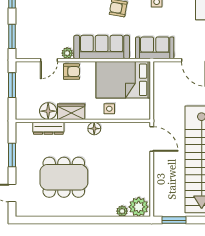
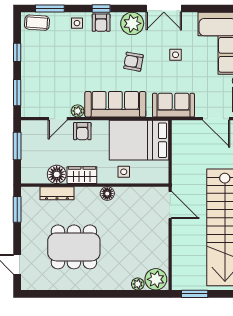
armchair: (71, 72) -> (82, 131), turned 90
window: (12, 155) -> (17, 209), moved

